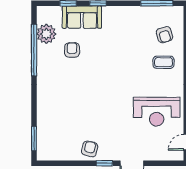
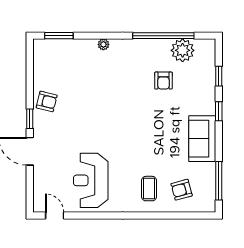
sofa: (82, 17) -> (202, 139), moved
armchair: (72, 50) -> (163, 81), turned 90
plant: (41, 101) -> (103, 44), added

